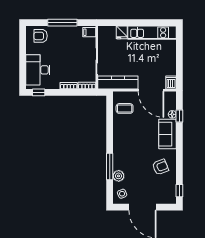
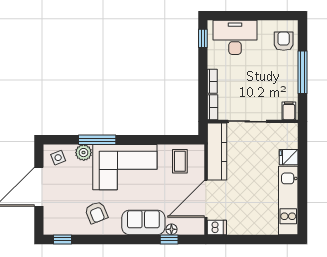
corner sofa: (129, 147) -> (125, 167), added

